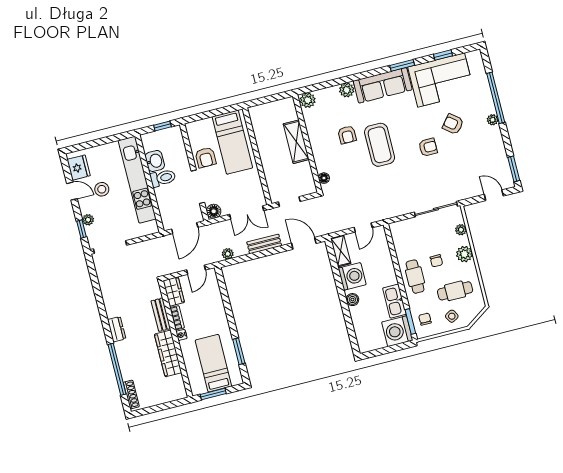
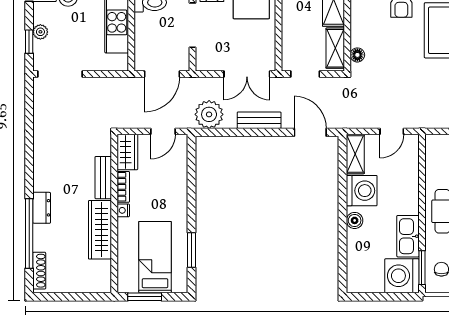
shelving: (307, 177) -> (335, 48), added
floor lamp: (214, 211) -> (205, 62), removed
plant: (228, 254) -> (209, 114), width x1.88, depth x1.88
dresser: (117, 329) -> (42, 208), moved

